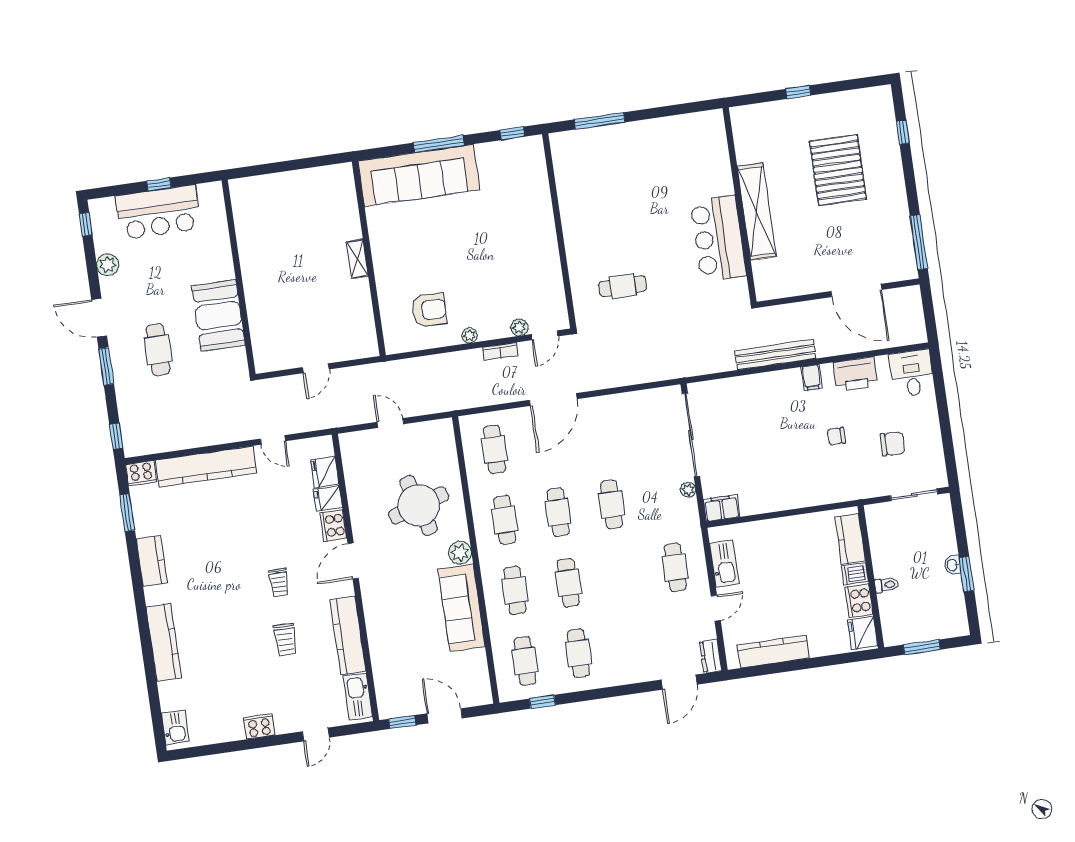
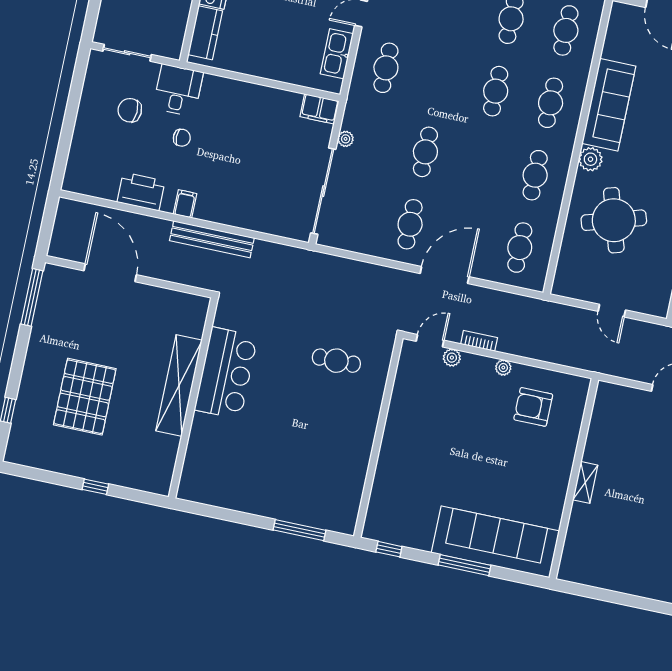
desk: (912, 373) -> (178, 90), moved, turned 180
cafe table: (558, 512) -> (410, 224), moved

